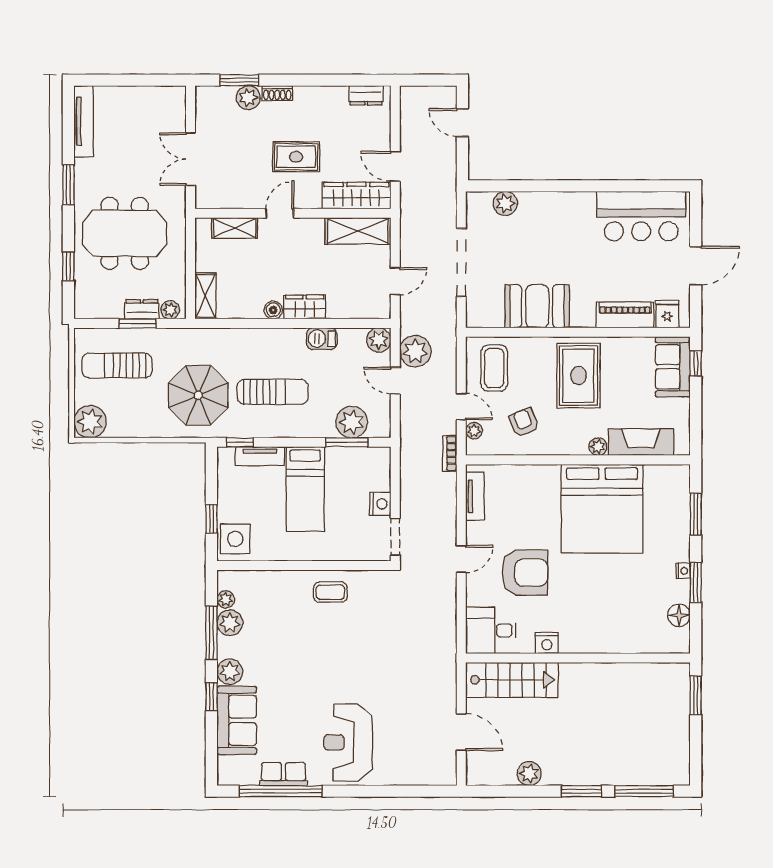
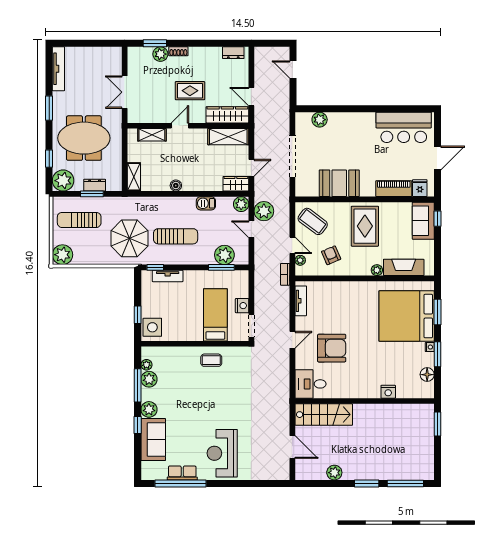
wardrobe: (305, 307) -> (236, 184), moved
plant: (170, 310) -> (63, 181), moved, width x1.88, depth x1.88
coffee table: (494, 368) -> (313, 221), turned -53
bed: (305, 489) -> (215, 315), moved, turned 180
bed: (602, 509) -> (407, 316), moved, turned 90
nightstand: (547, 643) -> (388, 392), moved

